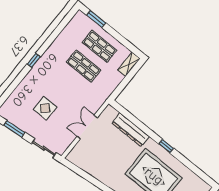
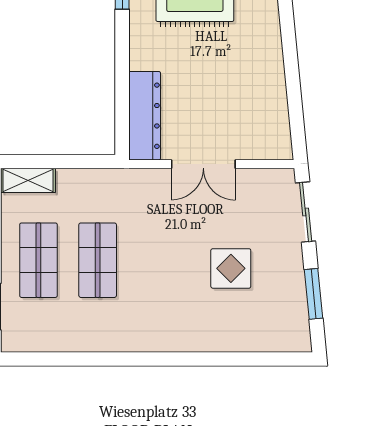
window: (34, 60) -> (161, 359), removed
dresser: (131, 130) -> (145, 116), moved

